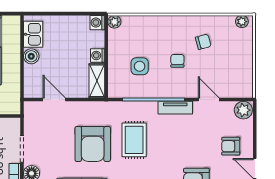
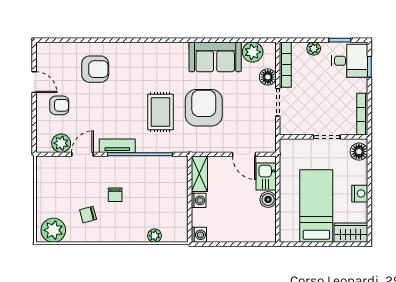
plant: (114, 22) -> (155, 236), moved
plant: (242, 22) -> (53, 230), width x1.88, depth x1.88
kitchen sink: (33, 34) -> (266, 176), moved
side table: (140, 66) -> (155, 189), removed
door: (209, 100) -> (82, 154), swing flipped
plant: (243, 110) -> (61, 143), moved

